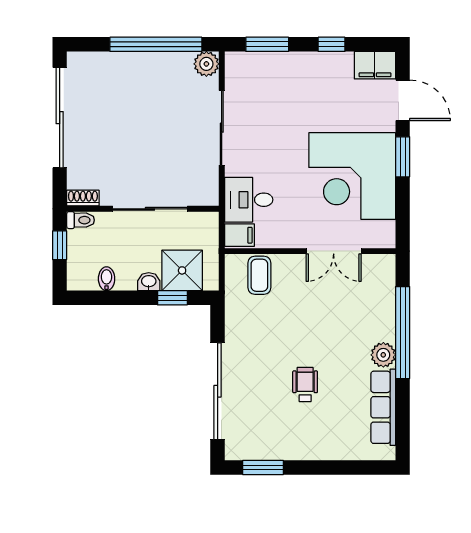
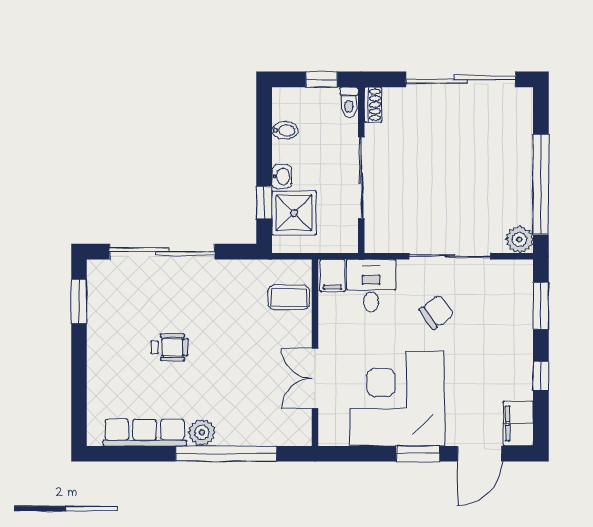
chair: (273, 140) -> (436, 312), added

